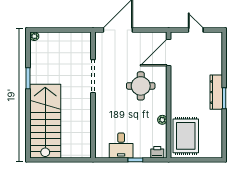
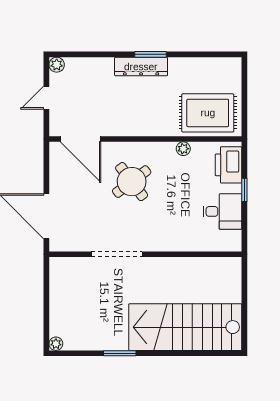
plant: (217, 37) -> (57, 65), added
round table: (141, 86) -> (132, 182), turned -37
printer: (157, 152) -> (229, 165), width x1.87, depth x1.48

